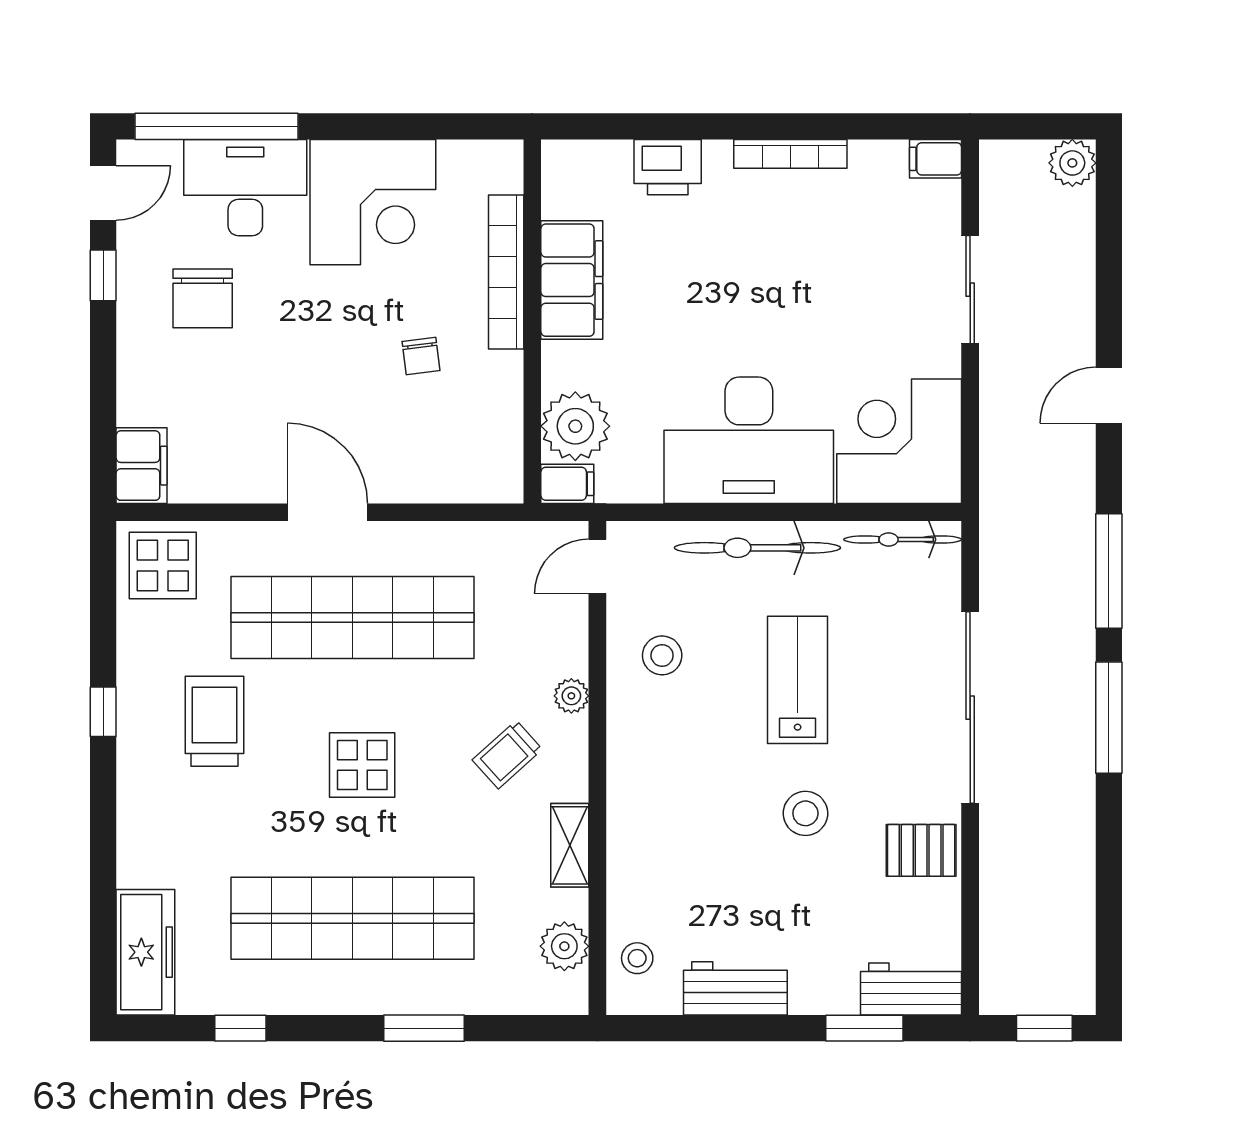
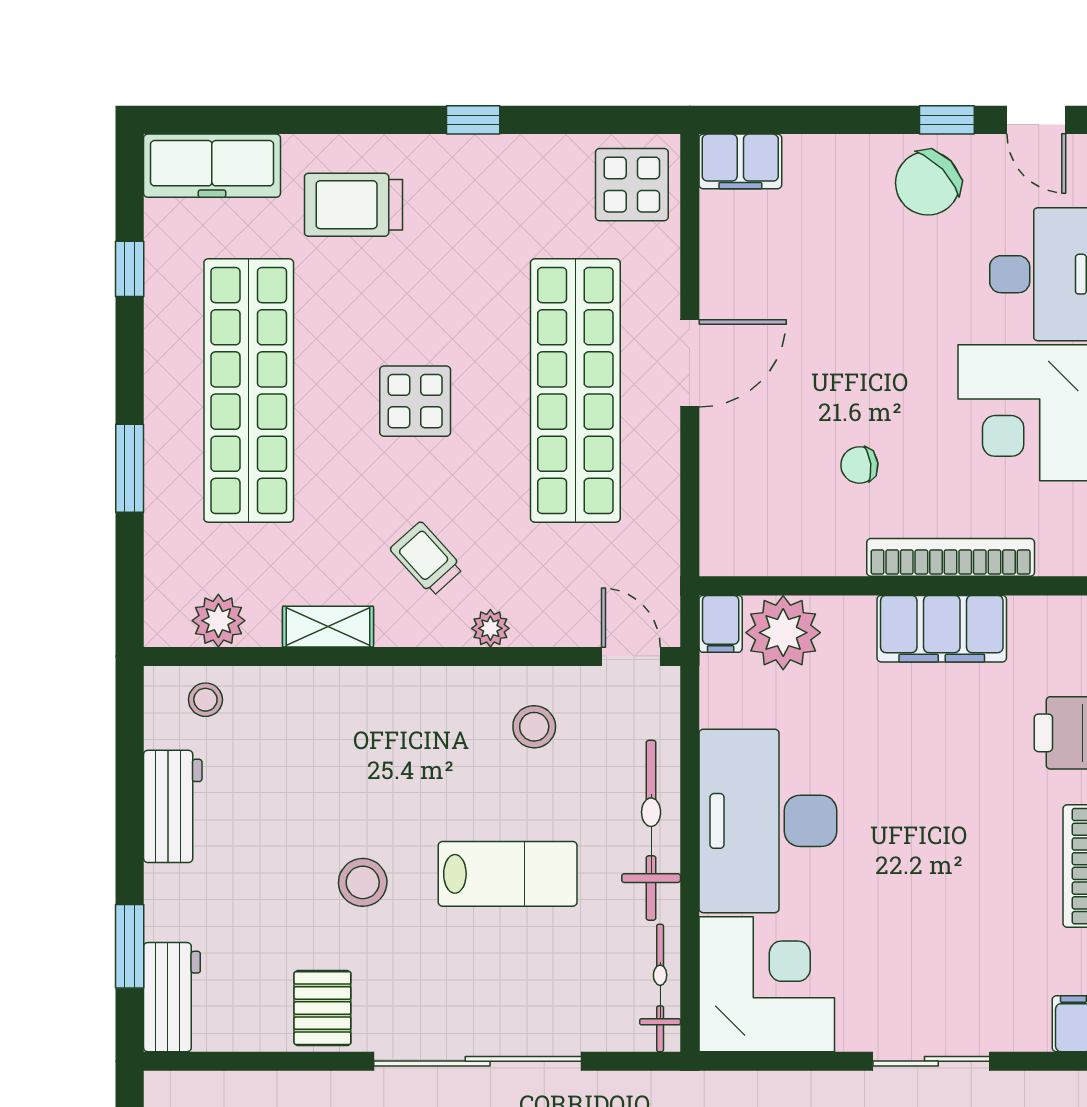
chair: (203, 298) -> (928, 183), moved, turned -44
trolley: (215, 721) -> (353, 205), moved, turned 180

